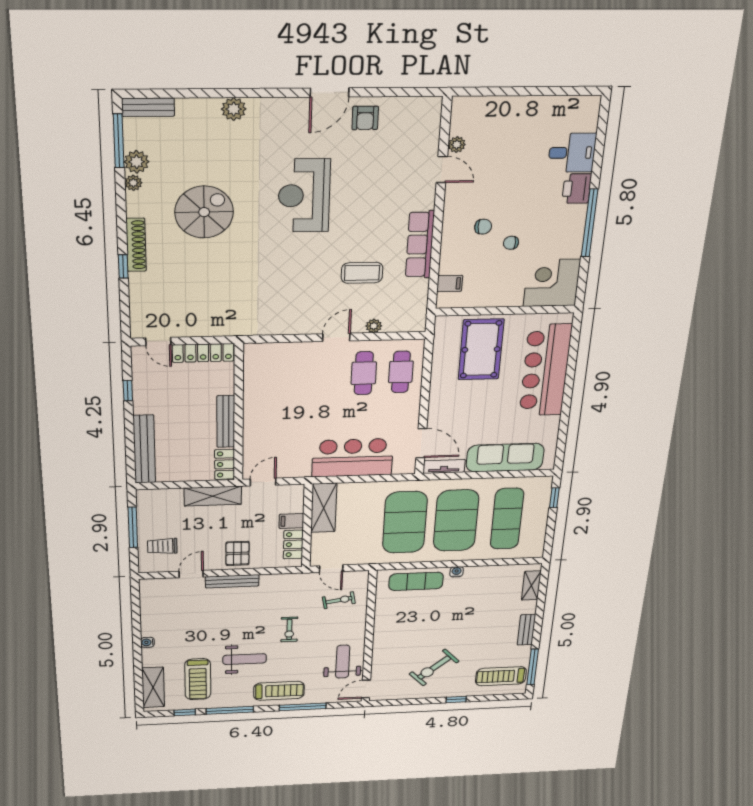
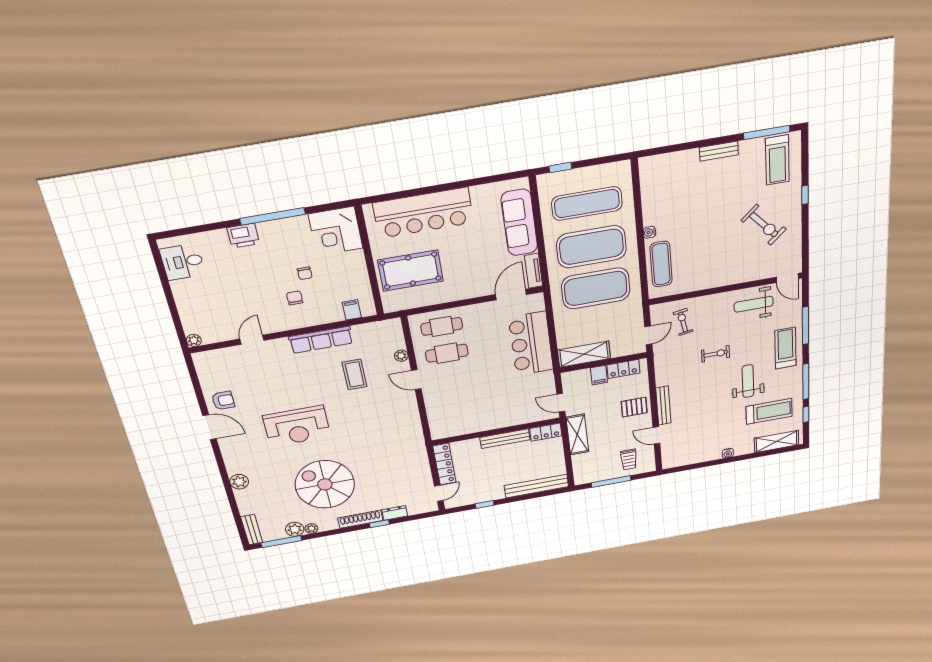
plant: (457, 145) -> (194, 340), moved
desk: (572, 153) -> (183, 262), moved, turned -90
spiral stairs: (204, 212) -> (325, 484), width x1.37, depth x1.37
dresser: (138, 287) -> (395, 513), added
shelving: (531, 585) -> (664, 161), removed

